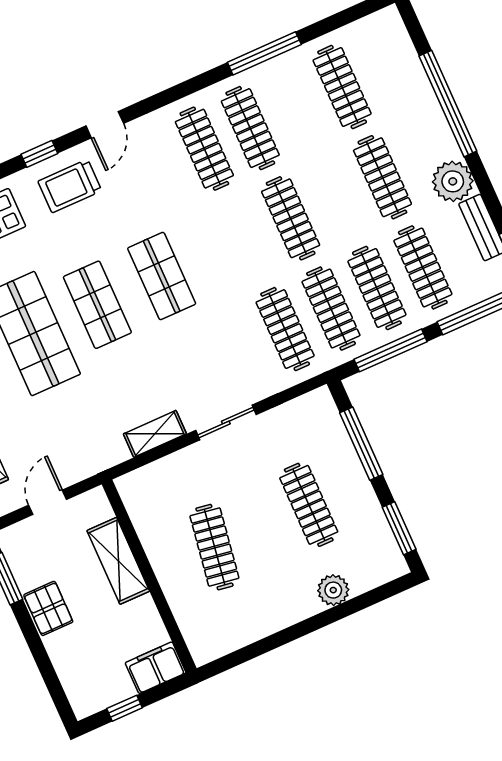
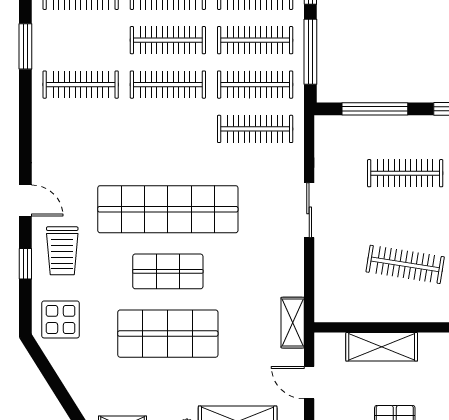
window: (264, 53) -> (25, 46), width x0.69
clothes rail: (204, 149) -> (168, 40), moved
shop shelf: (162, 276) -> (168, 209), width x2.00, depth x1.36
shelving: (155, 434) -> (293, 323), moved

